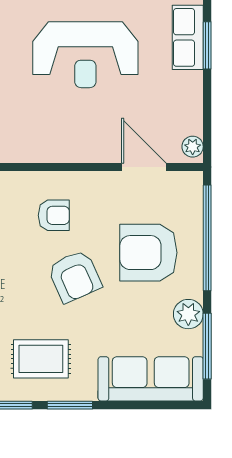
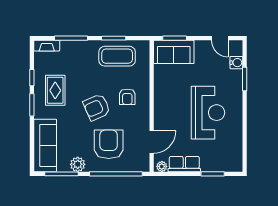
row of seats: (188, 37) -> (184, 164), moved
reception desk: (85, 55) -> (208, 113), turned 180

